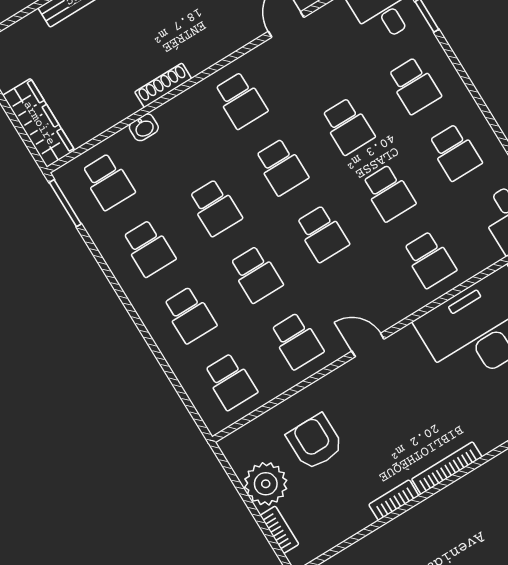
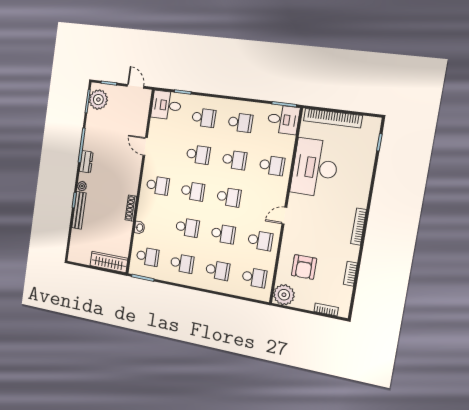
armchair: (315, 442) -> (304, 267), turned -90
plant: (266, 484) -> (284, 295), moved
bookcase: (394, 500) -> (350, 274), moved

